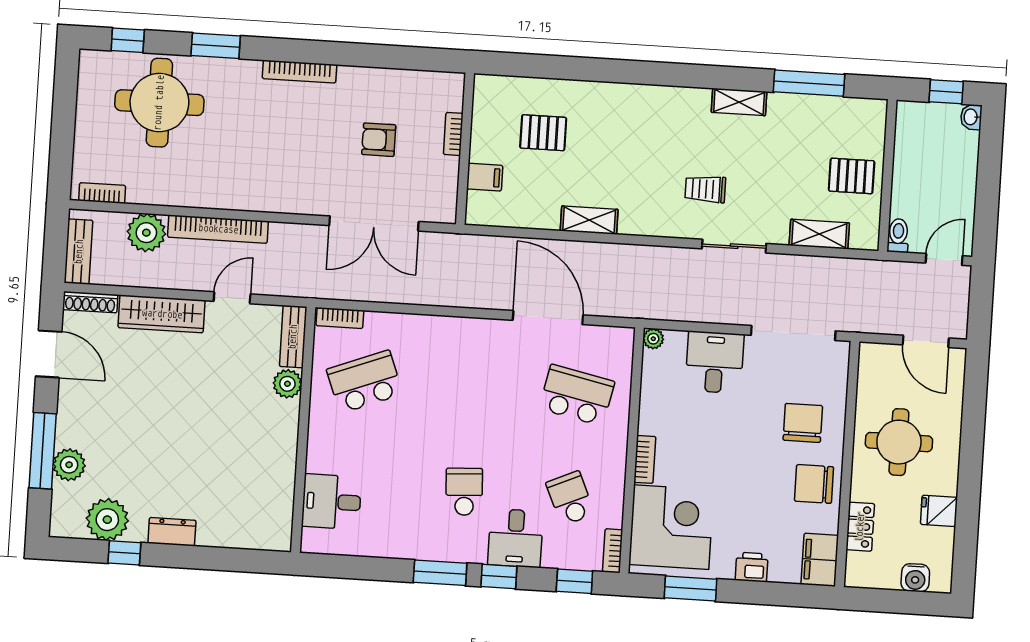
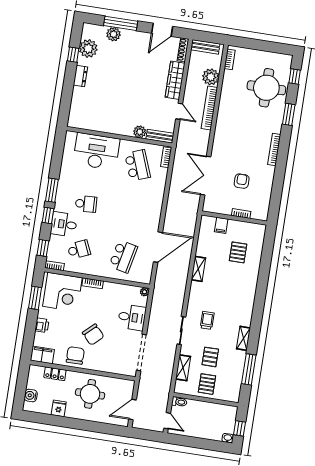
pallet: (789, 174) -> (210, 357), added
chair: (803, 423) -> (93, 335), moved, turned 47
desk: (331, 502) -> (96, 151), width x1.87, depth x1.30

